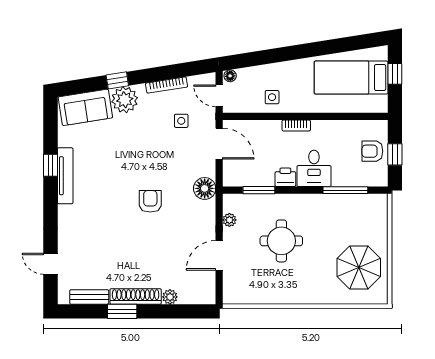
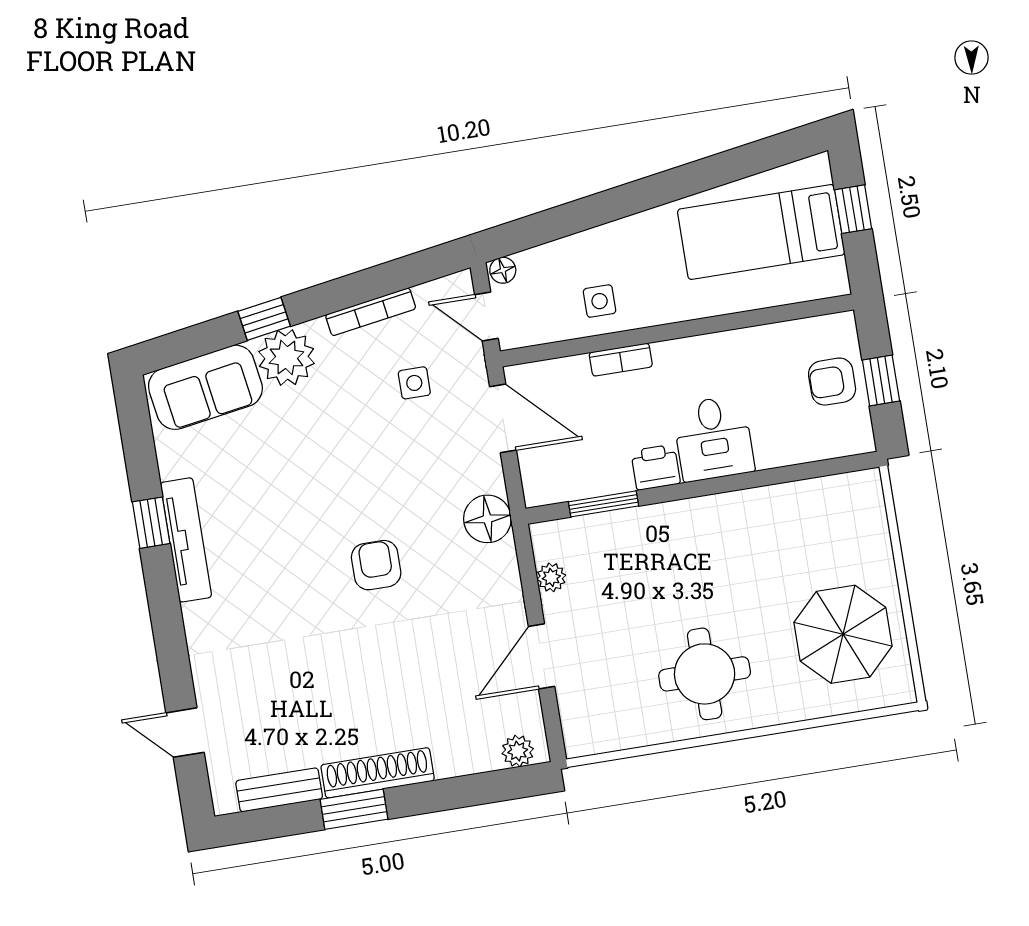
bookcase: (296, 125) -> (621, 360), moved
window: (345, 190) -> (788, 474), removed
round table: (281, 241) -> (705, 674), moved
plant: (170, 297) -> (518, 751), moved

